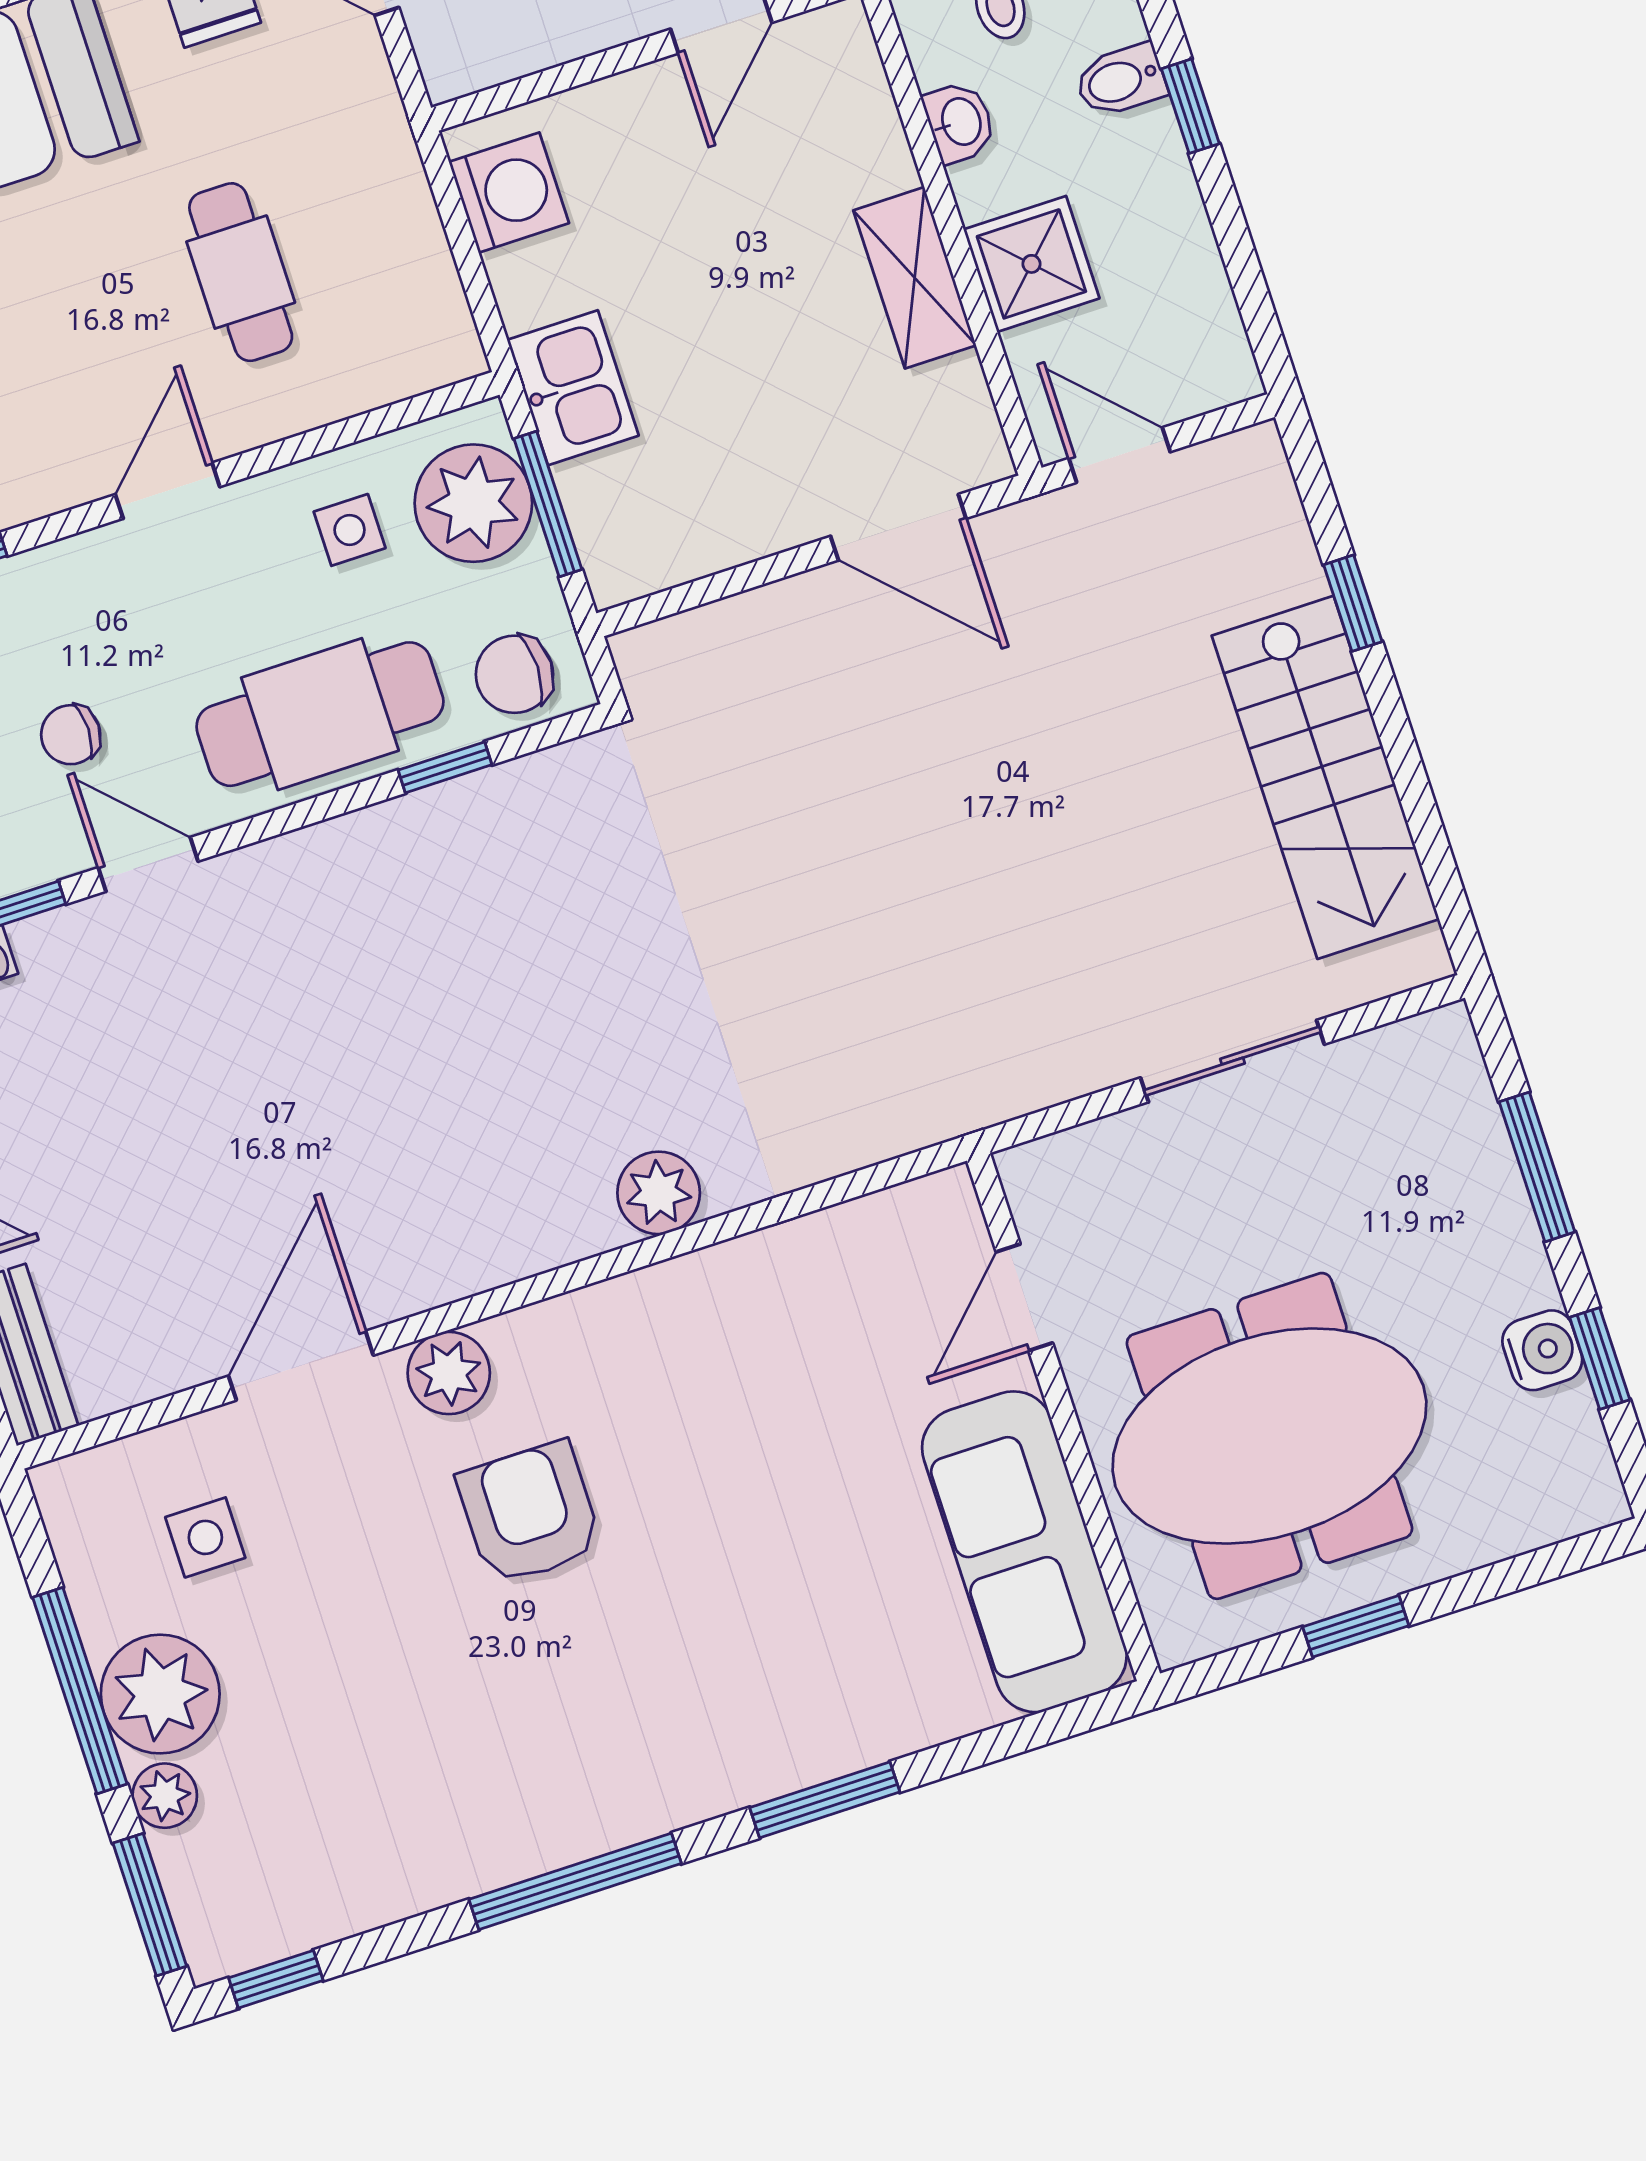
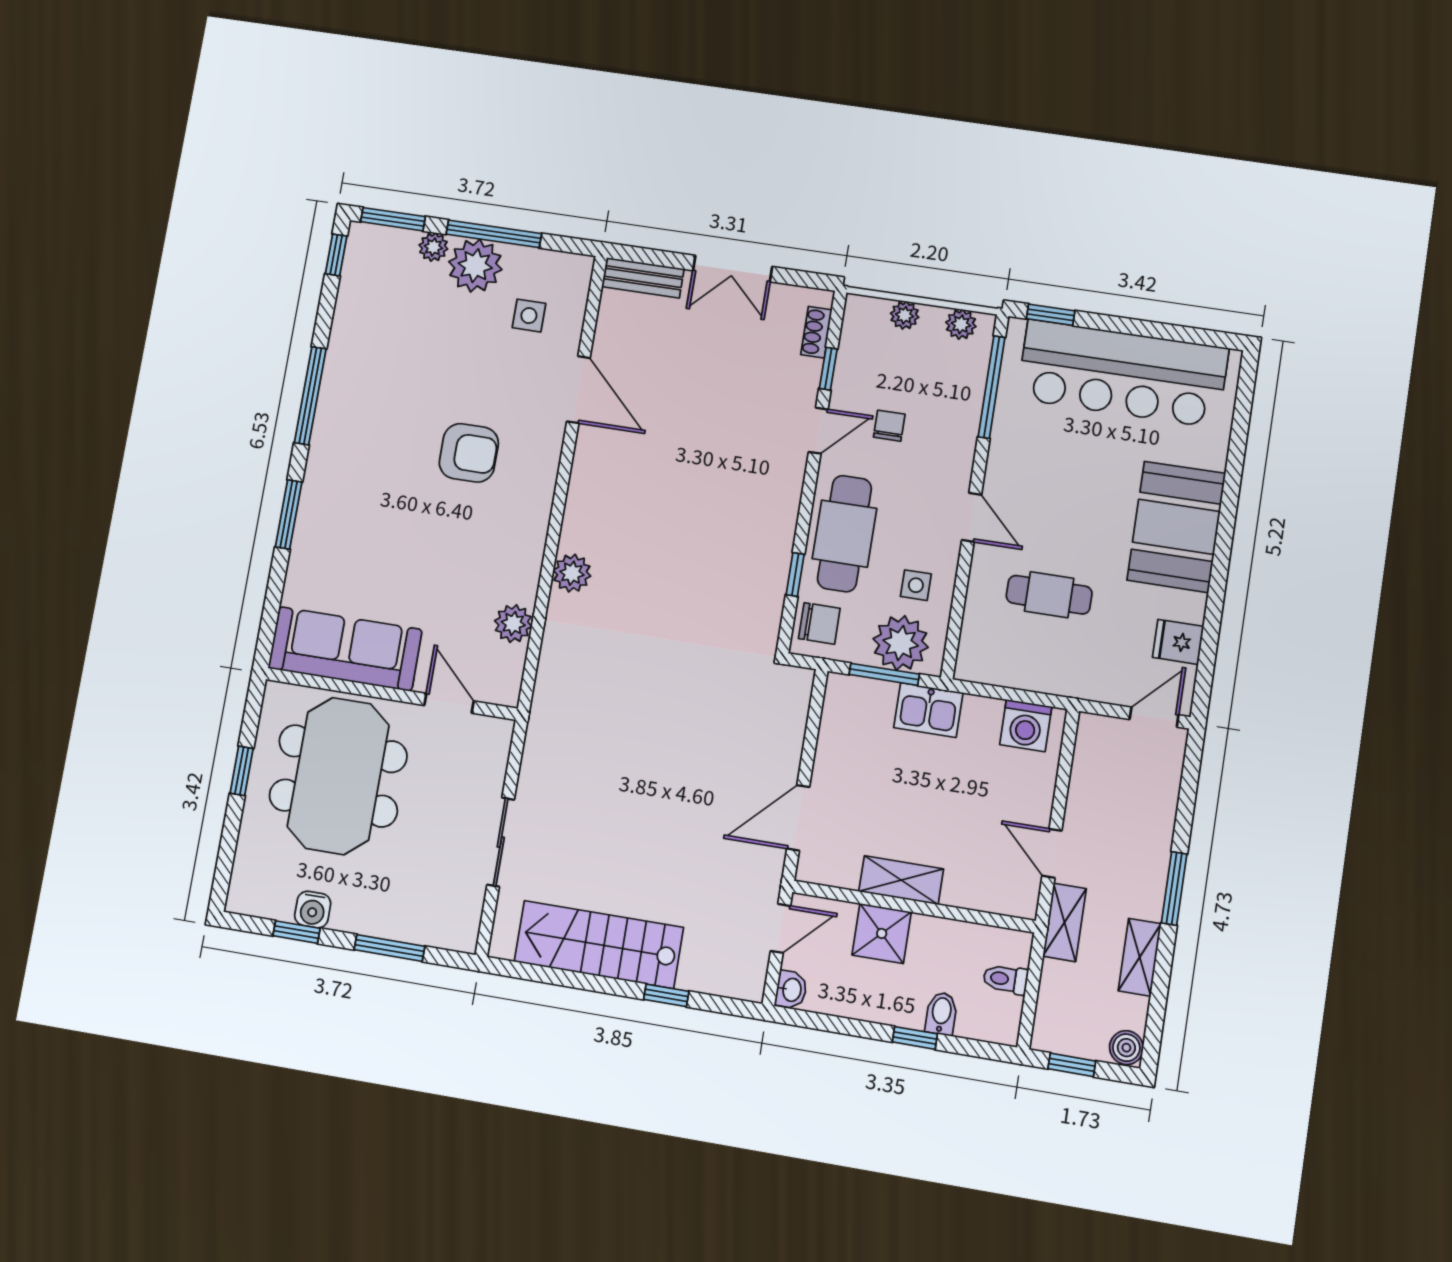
washbasin: (960, 122) -> (791, 990), moved, turned -90
chair: (514, 674) -> (819, 623), turned 90
plant: (449, 1373) -> (513, 624), moved

